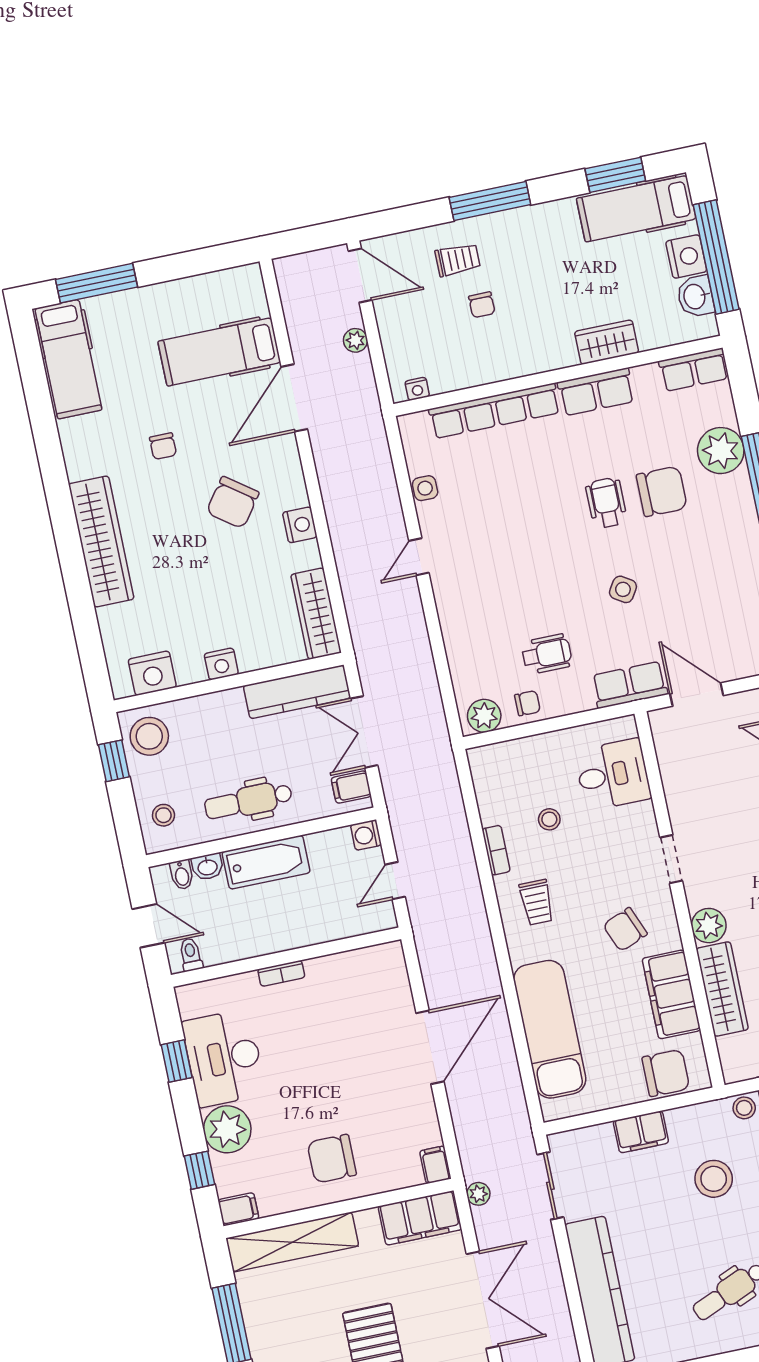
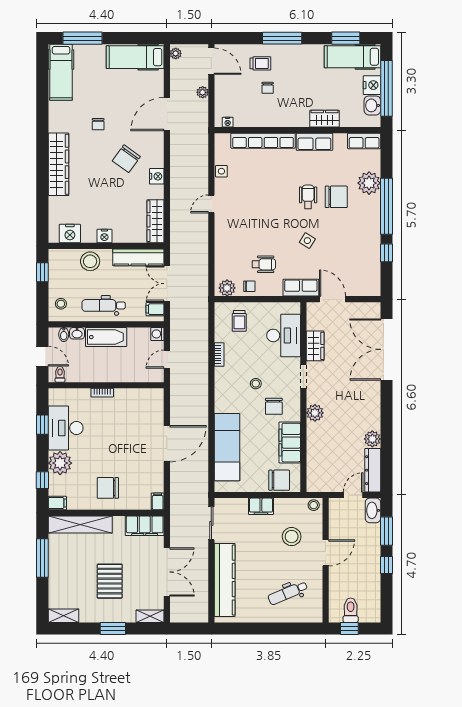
hospital bed: (219, 352) -> (135, 57), moved
stool: (149, 736) -> (90, 261), moved
desk: (613, 775) -> (284, 335), width x1.37
stool: (549, 819) -> (256, 384), moved
trolley: (537, 902) -> (239, 321), moved
chair: (625, 929) -> (274, 406), turned -68
wardrobe: (722, 989) -> (315, 346), moved, width x0.67
plant: (478, 1194) -> (176, 53), moved

